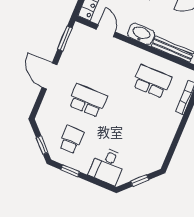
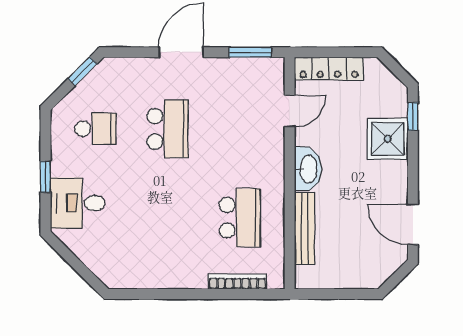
window: (42, 145) -> (82, 71), moved
window: (70, 171) -> (46, 177), moved
window: (140, 181) -> (76, 263), removed

